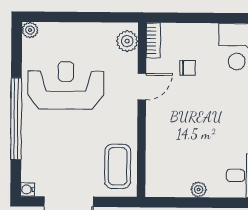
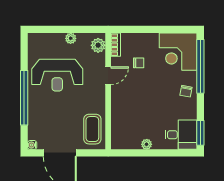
plant: (30, 30) -> (71, 38), moved
reception desk: (66, 85) -> (57, 75), turned 180

